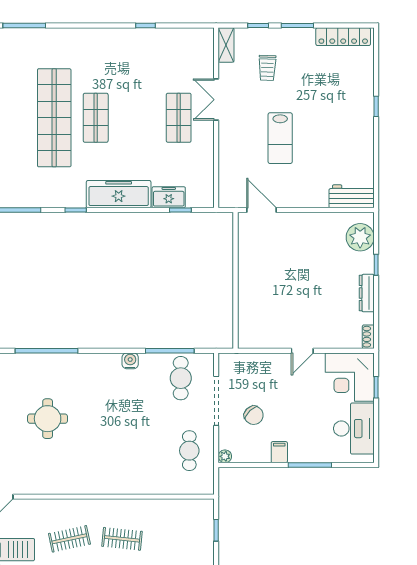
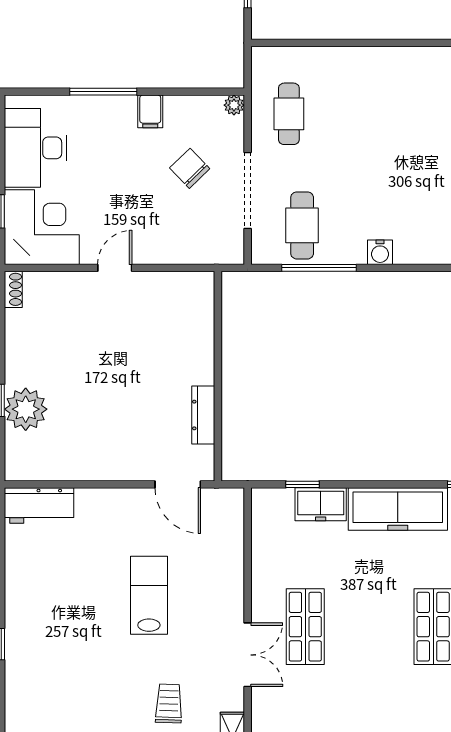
plant: (360, 237) -> (26, 409), moved
dresser: (367, 293) -> (203, 415), moved, turned 180

